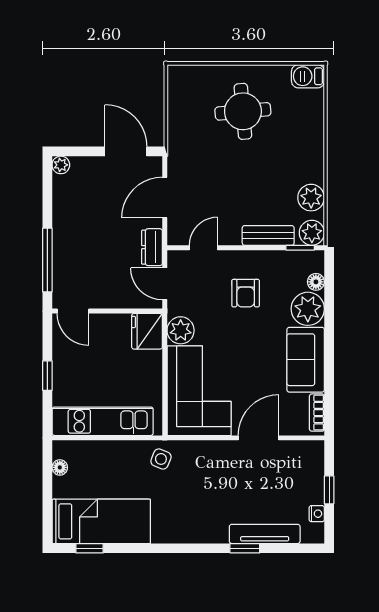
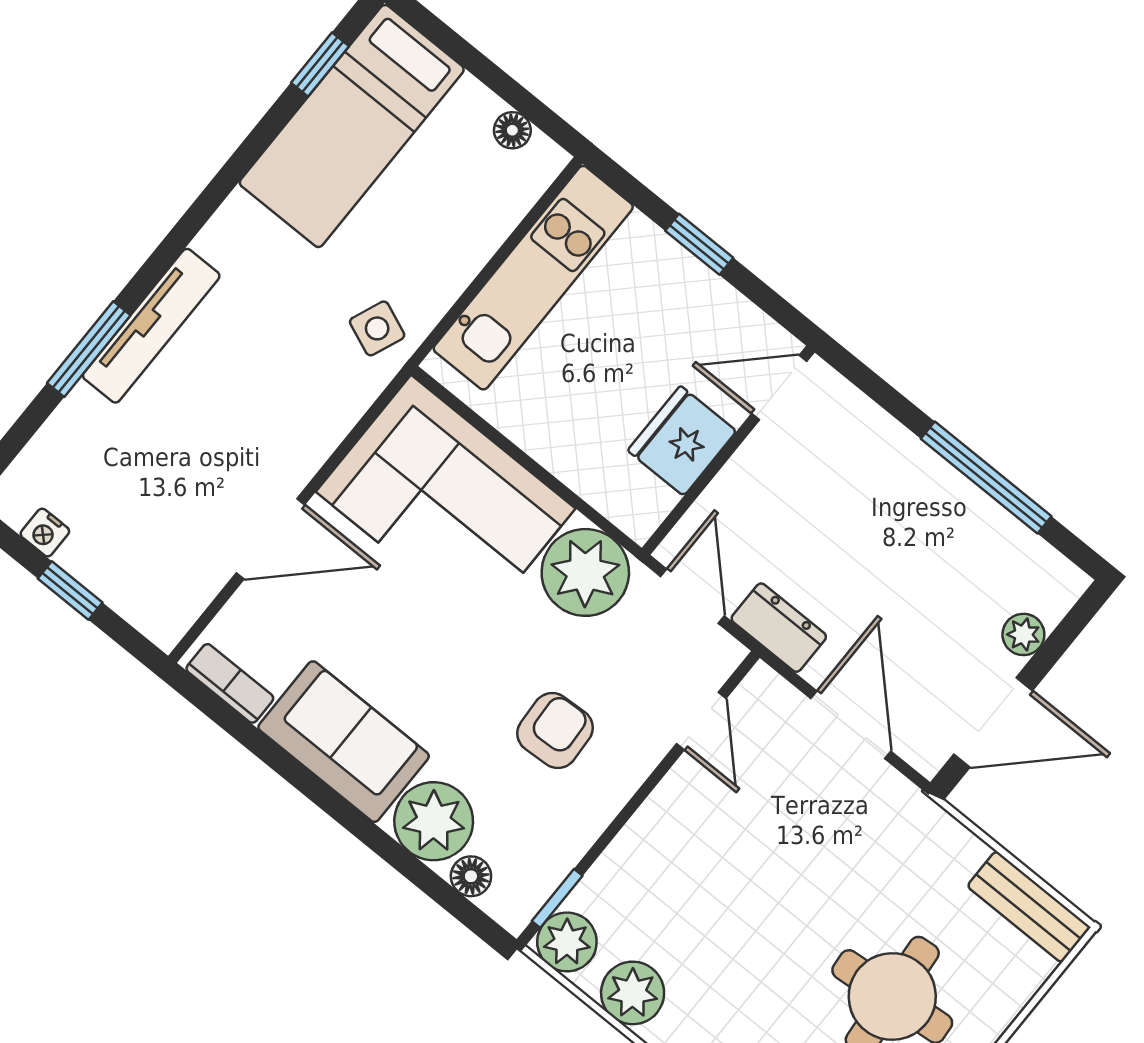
plant: (61, 165) -> (1023, 634), moved
bench: (268, 235) -> (1029, 907), moved, turned 90
window: (47, 260) -> (986, 477), moved
door: (165, 284) -> (693, 596), hinge flipped
armchair: (246, 293) -> (555, 731), turned 87
plant: (181, 330) -> (585, 572), width x1.36, depth x1.36
fridge: (147, 331) -> (682, 441), moved, turned -90
door: (259, 438) -> (270, 539), hinge flipped
tv unit: (265, 534) -> (151, 326), moved
window: (245, 548) -> (89, 349), width x1.50

